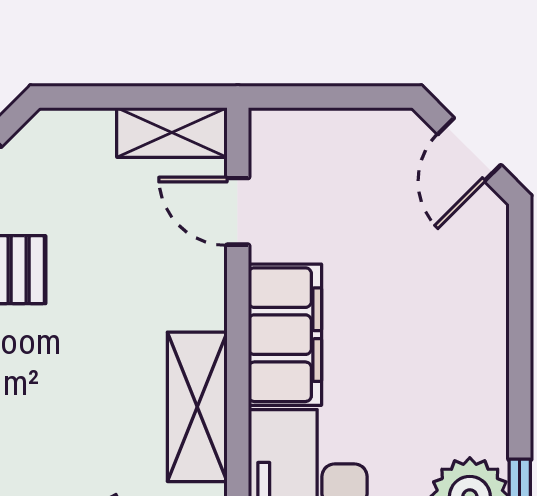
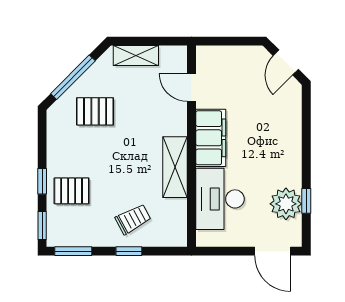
shelving: (172, 133) -> (136, 56), moved

